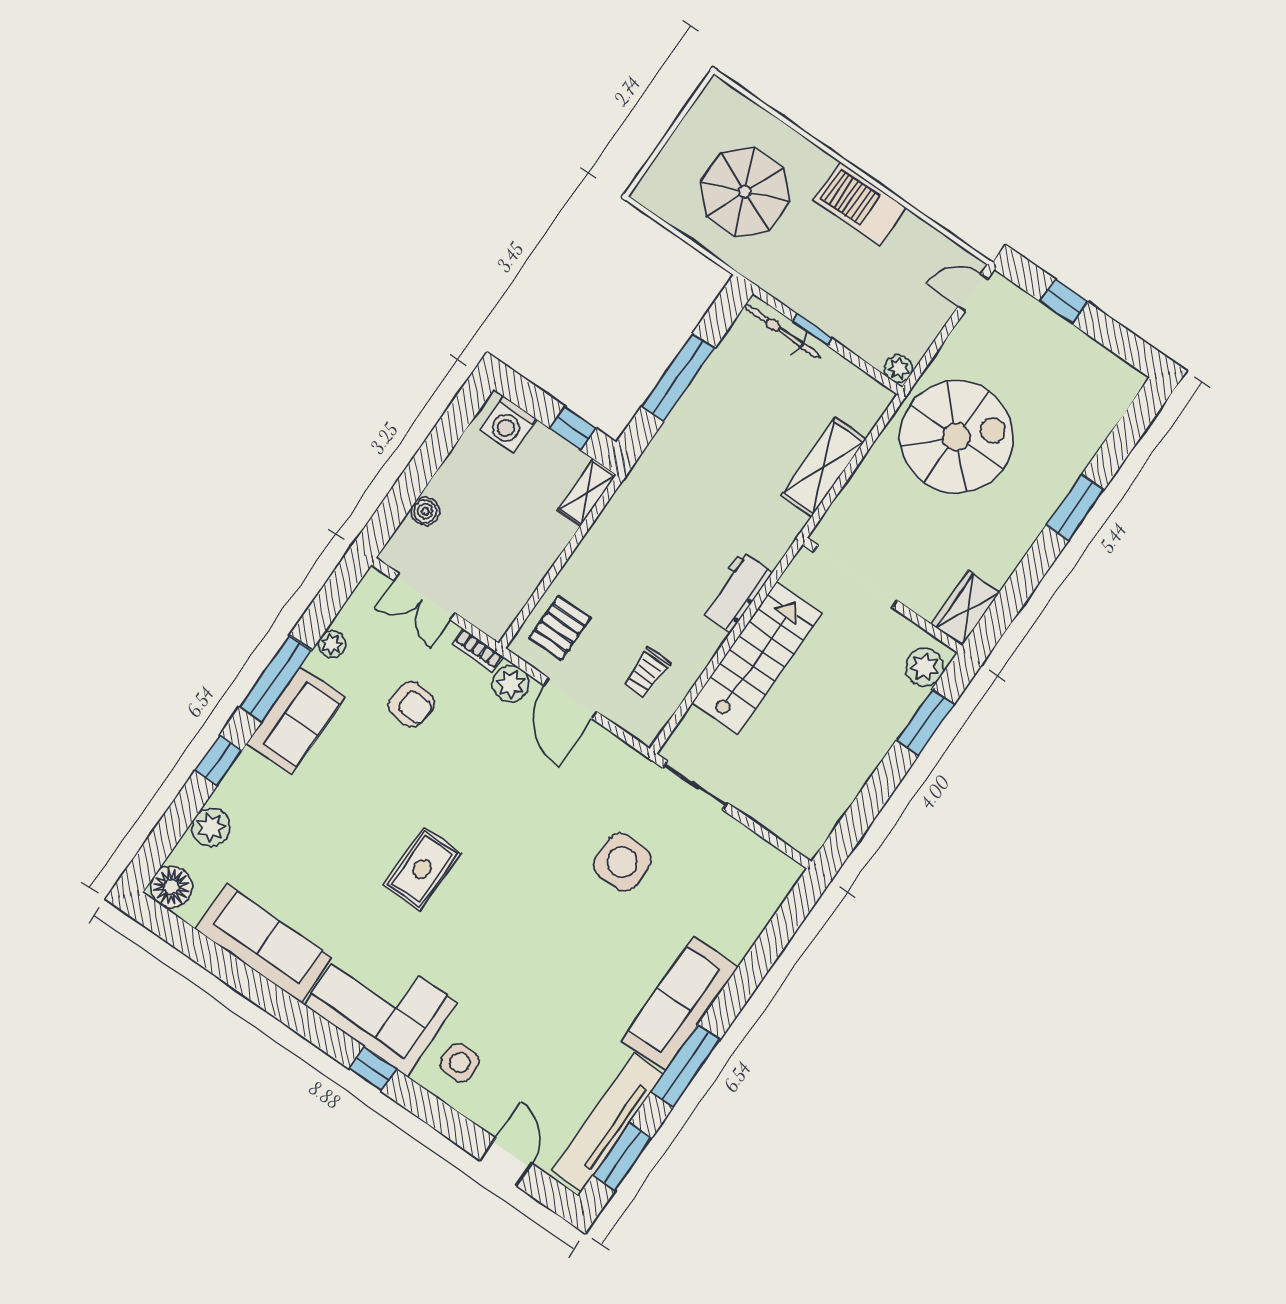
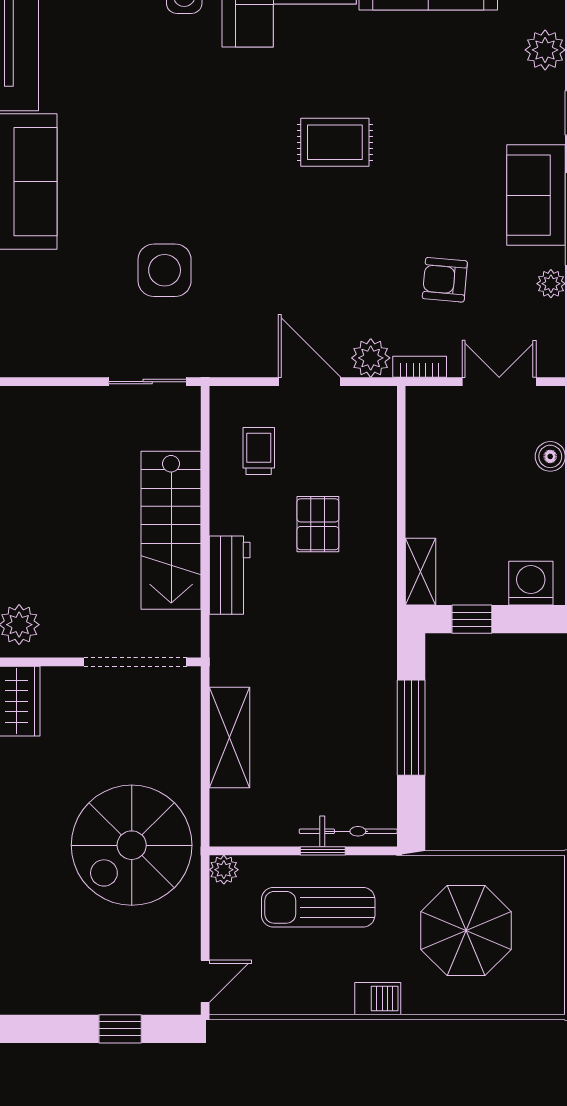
barbecue: (860, 204) -> (378, 999), width x0.53, depth x0.65
sun lounger: (846, 289) -> (318, 907), added
pallet: (560, 628) -> (318, 524), moved
rug: (422, 869) -> (335, 142), turned 90

